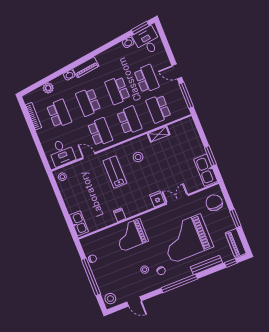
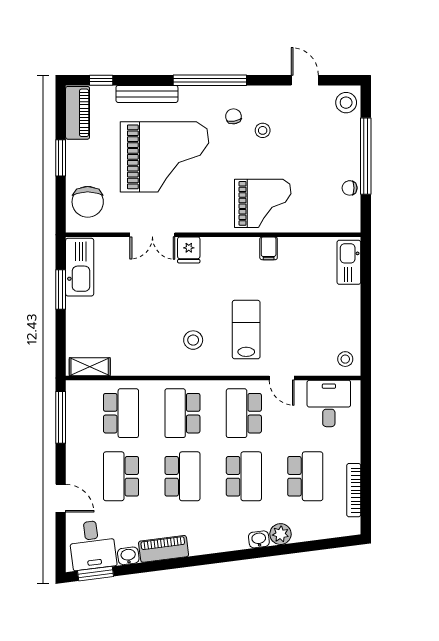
piano: (86, 67) -> (164, 549), moved
door: (177, 71) -> (61, 498), moved
plant: (48, 88) -> (280, 534), moved
school desk: (59, 114) -> (305, 476), turned 180
shelving: (159, 134) -> (90, 367), moved
lab bench: (115, 172) -> (246, 330), turned 180

